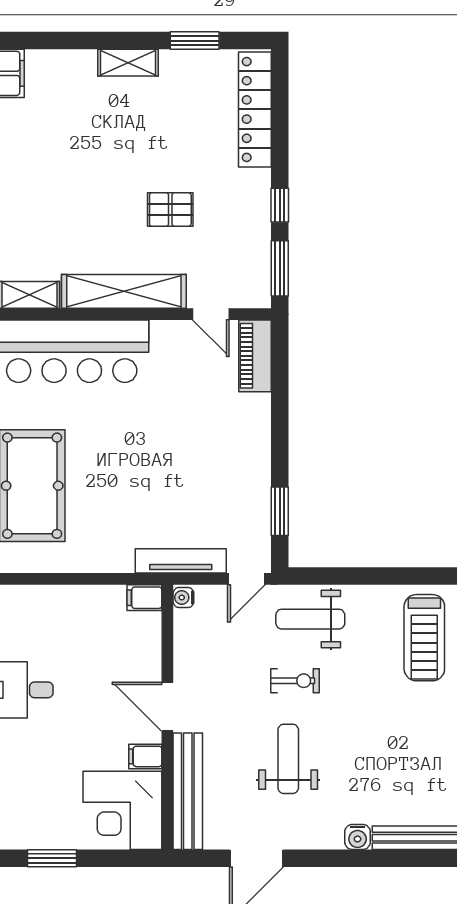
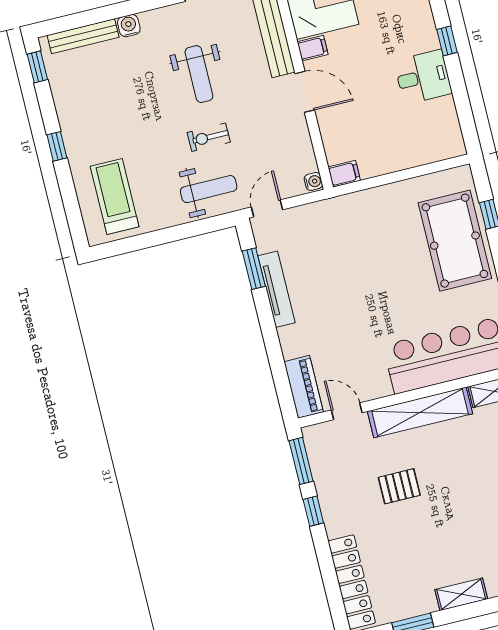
tv unit: (181, 561) -> (276, 289), moved, turned -90

